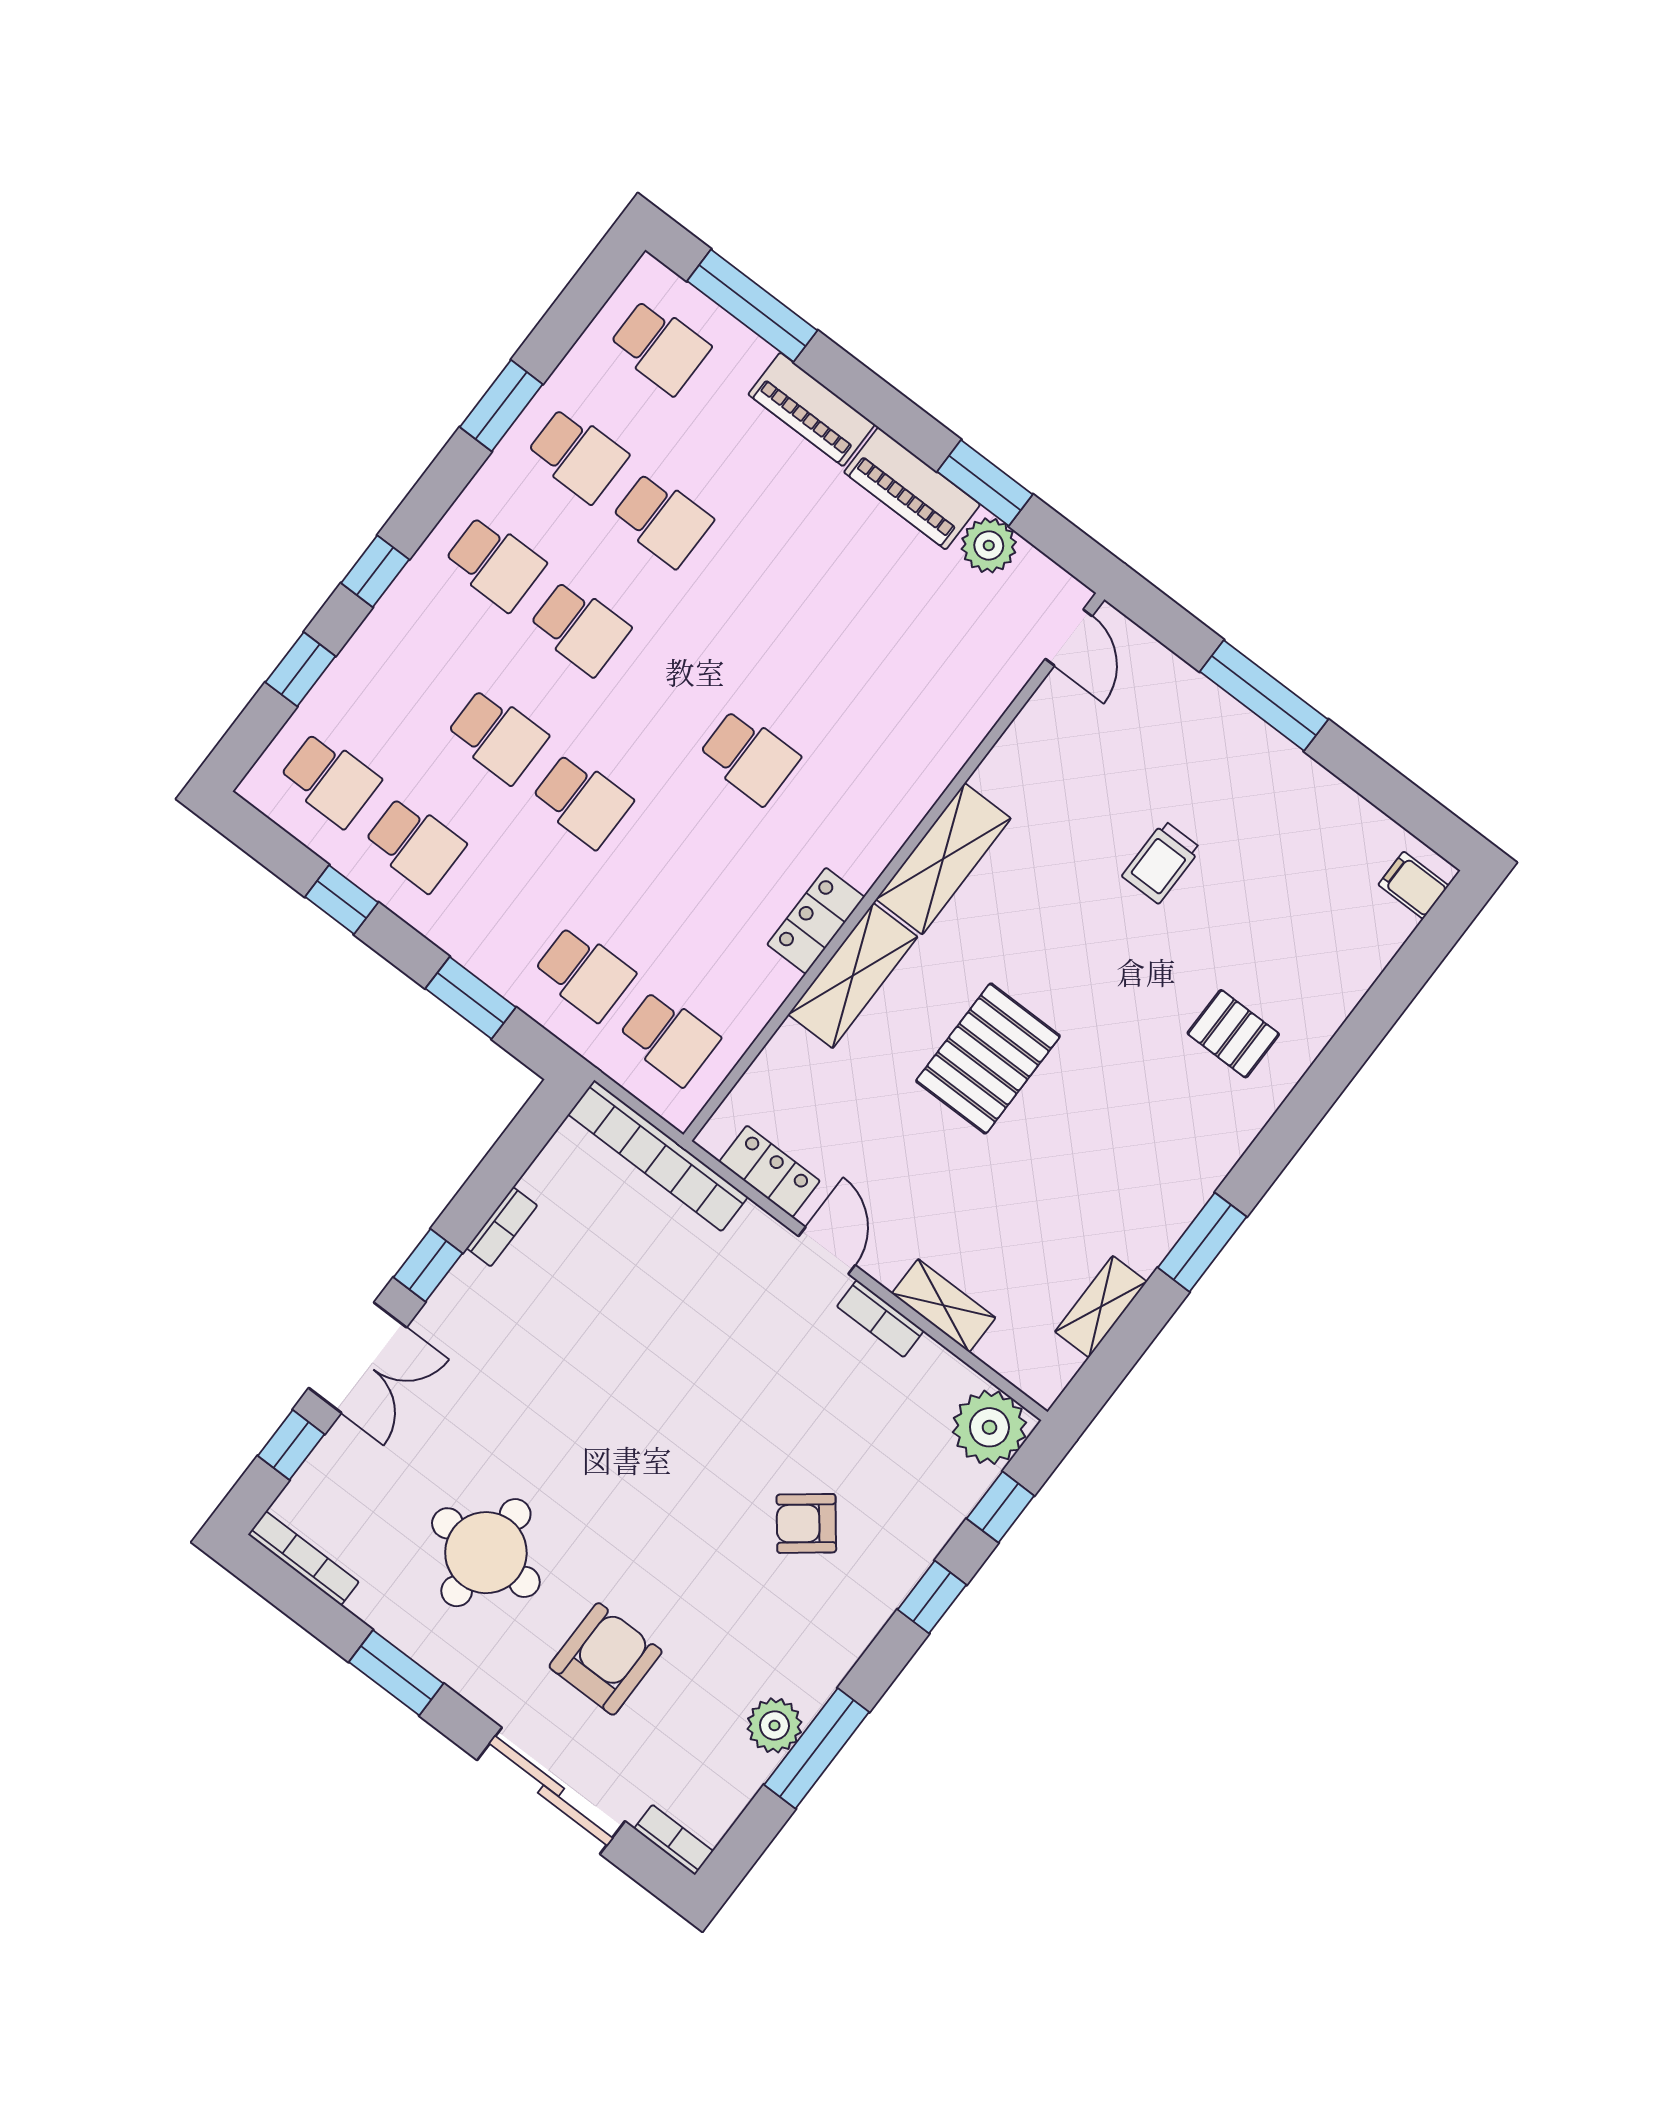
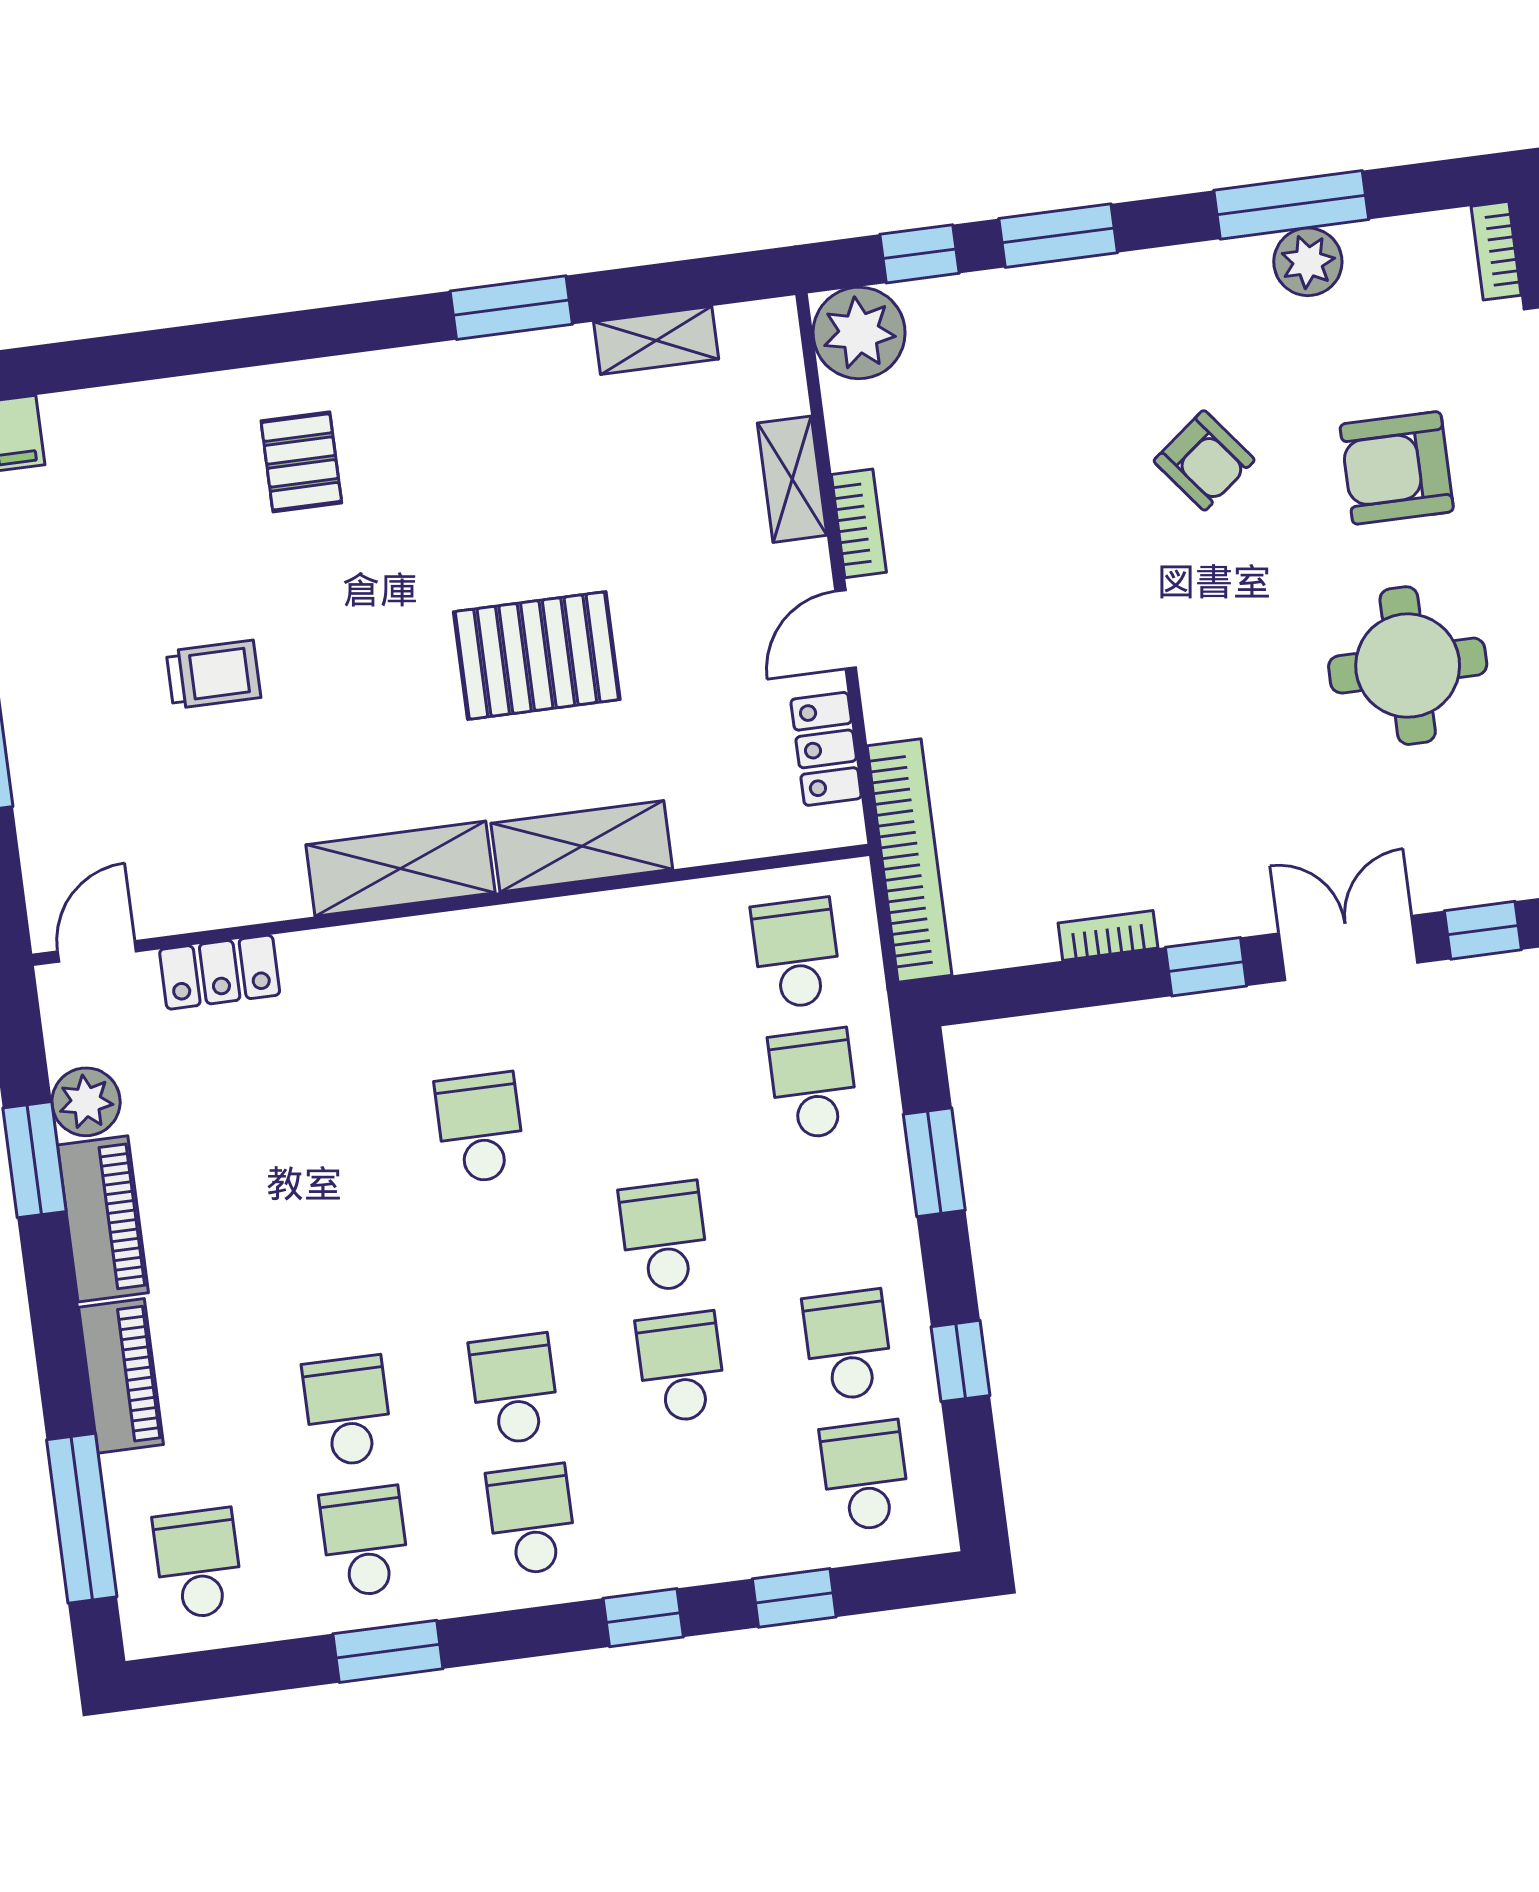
locker: (816, 921) -> (220, 972), moved
armchair: (806, 1523) -> (1204, 460), moved
window: (932, 1597) -> (1058, 236), width x1.50

